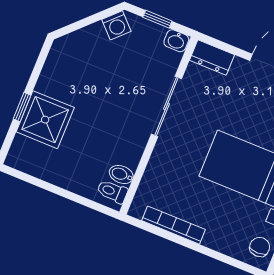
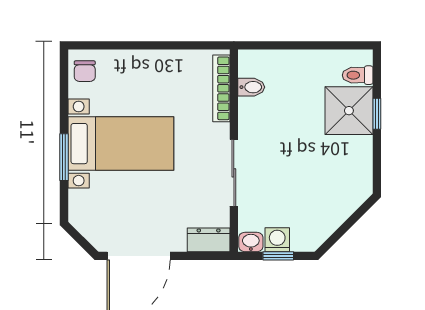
washing machine: (116, 25) -> (277, 240), moved, turned 45
toilet: (112, 192) -> (358, 75), moved, turned 180
bookcase: (174, 225) -> (221, 88), moved, turned 90

